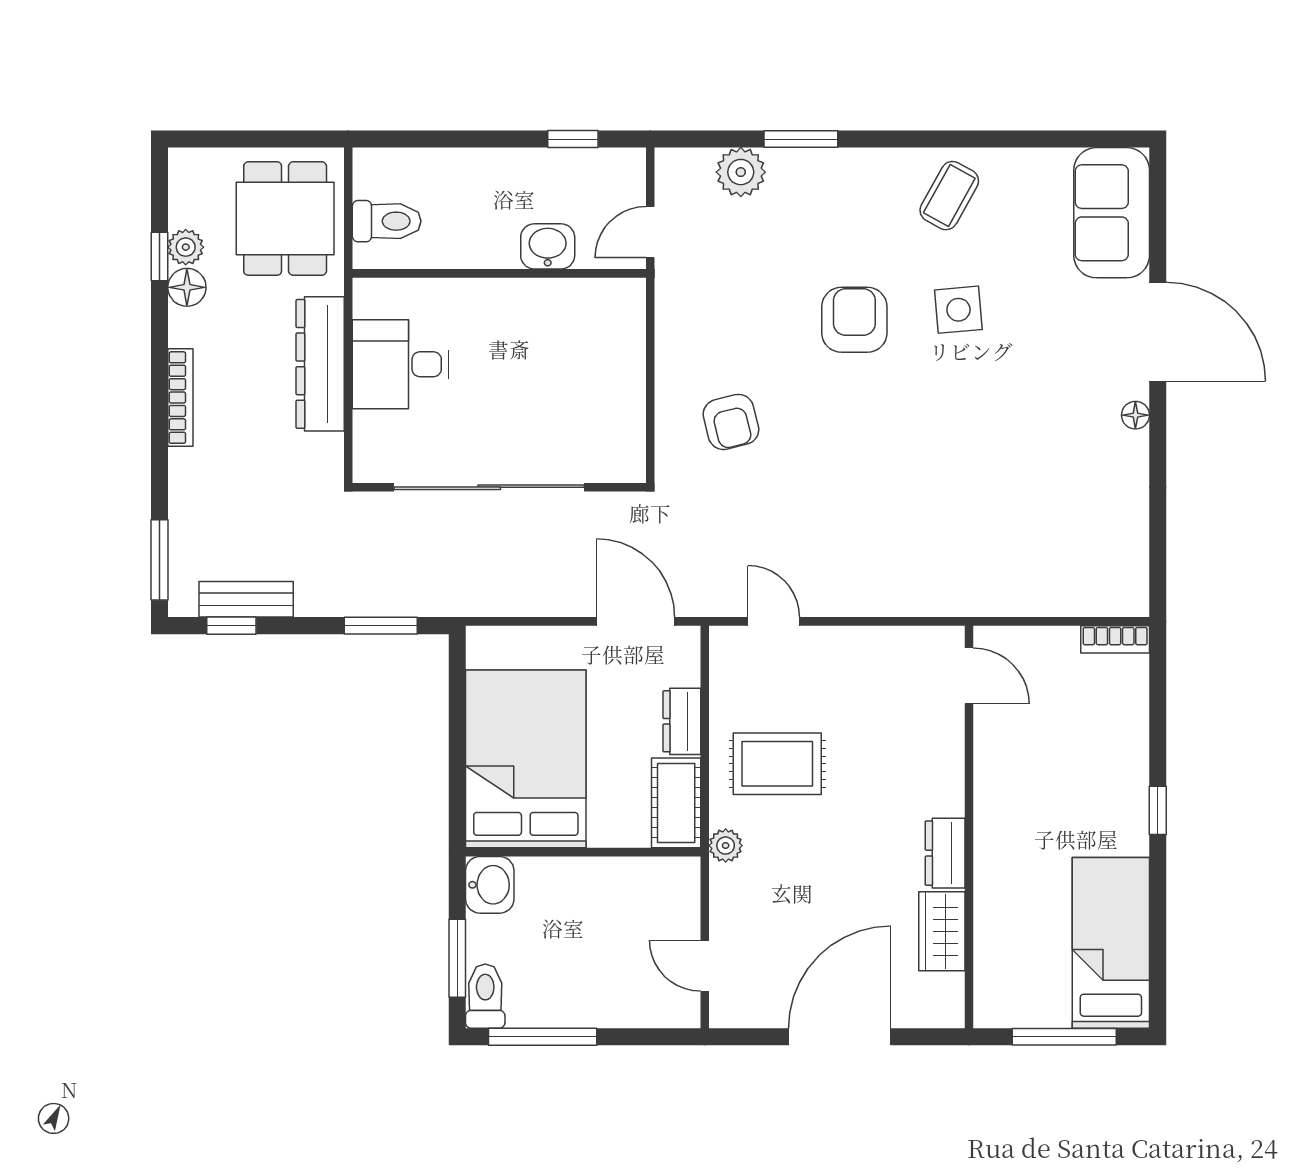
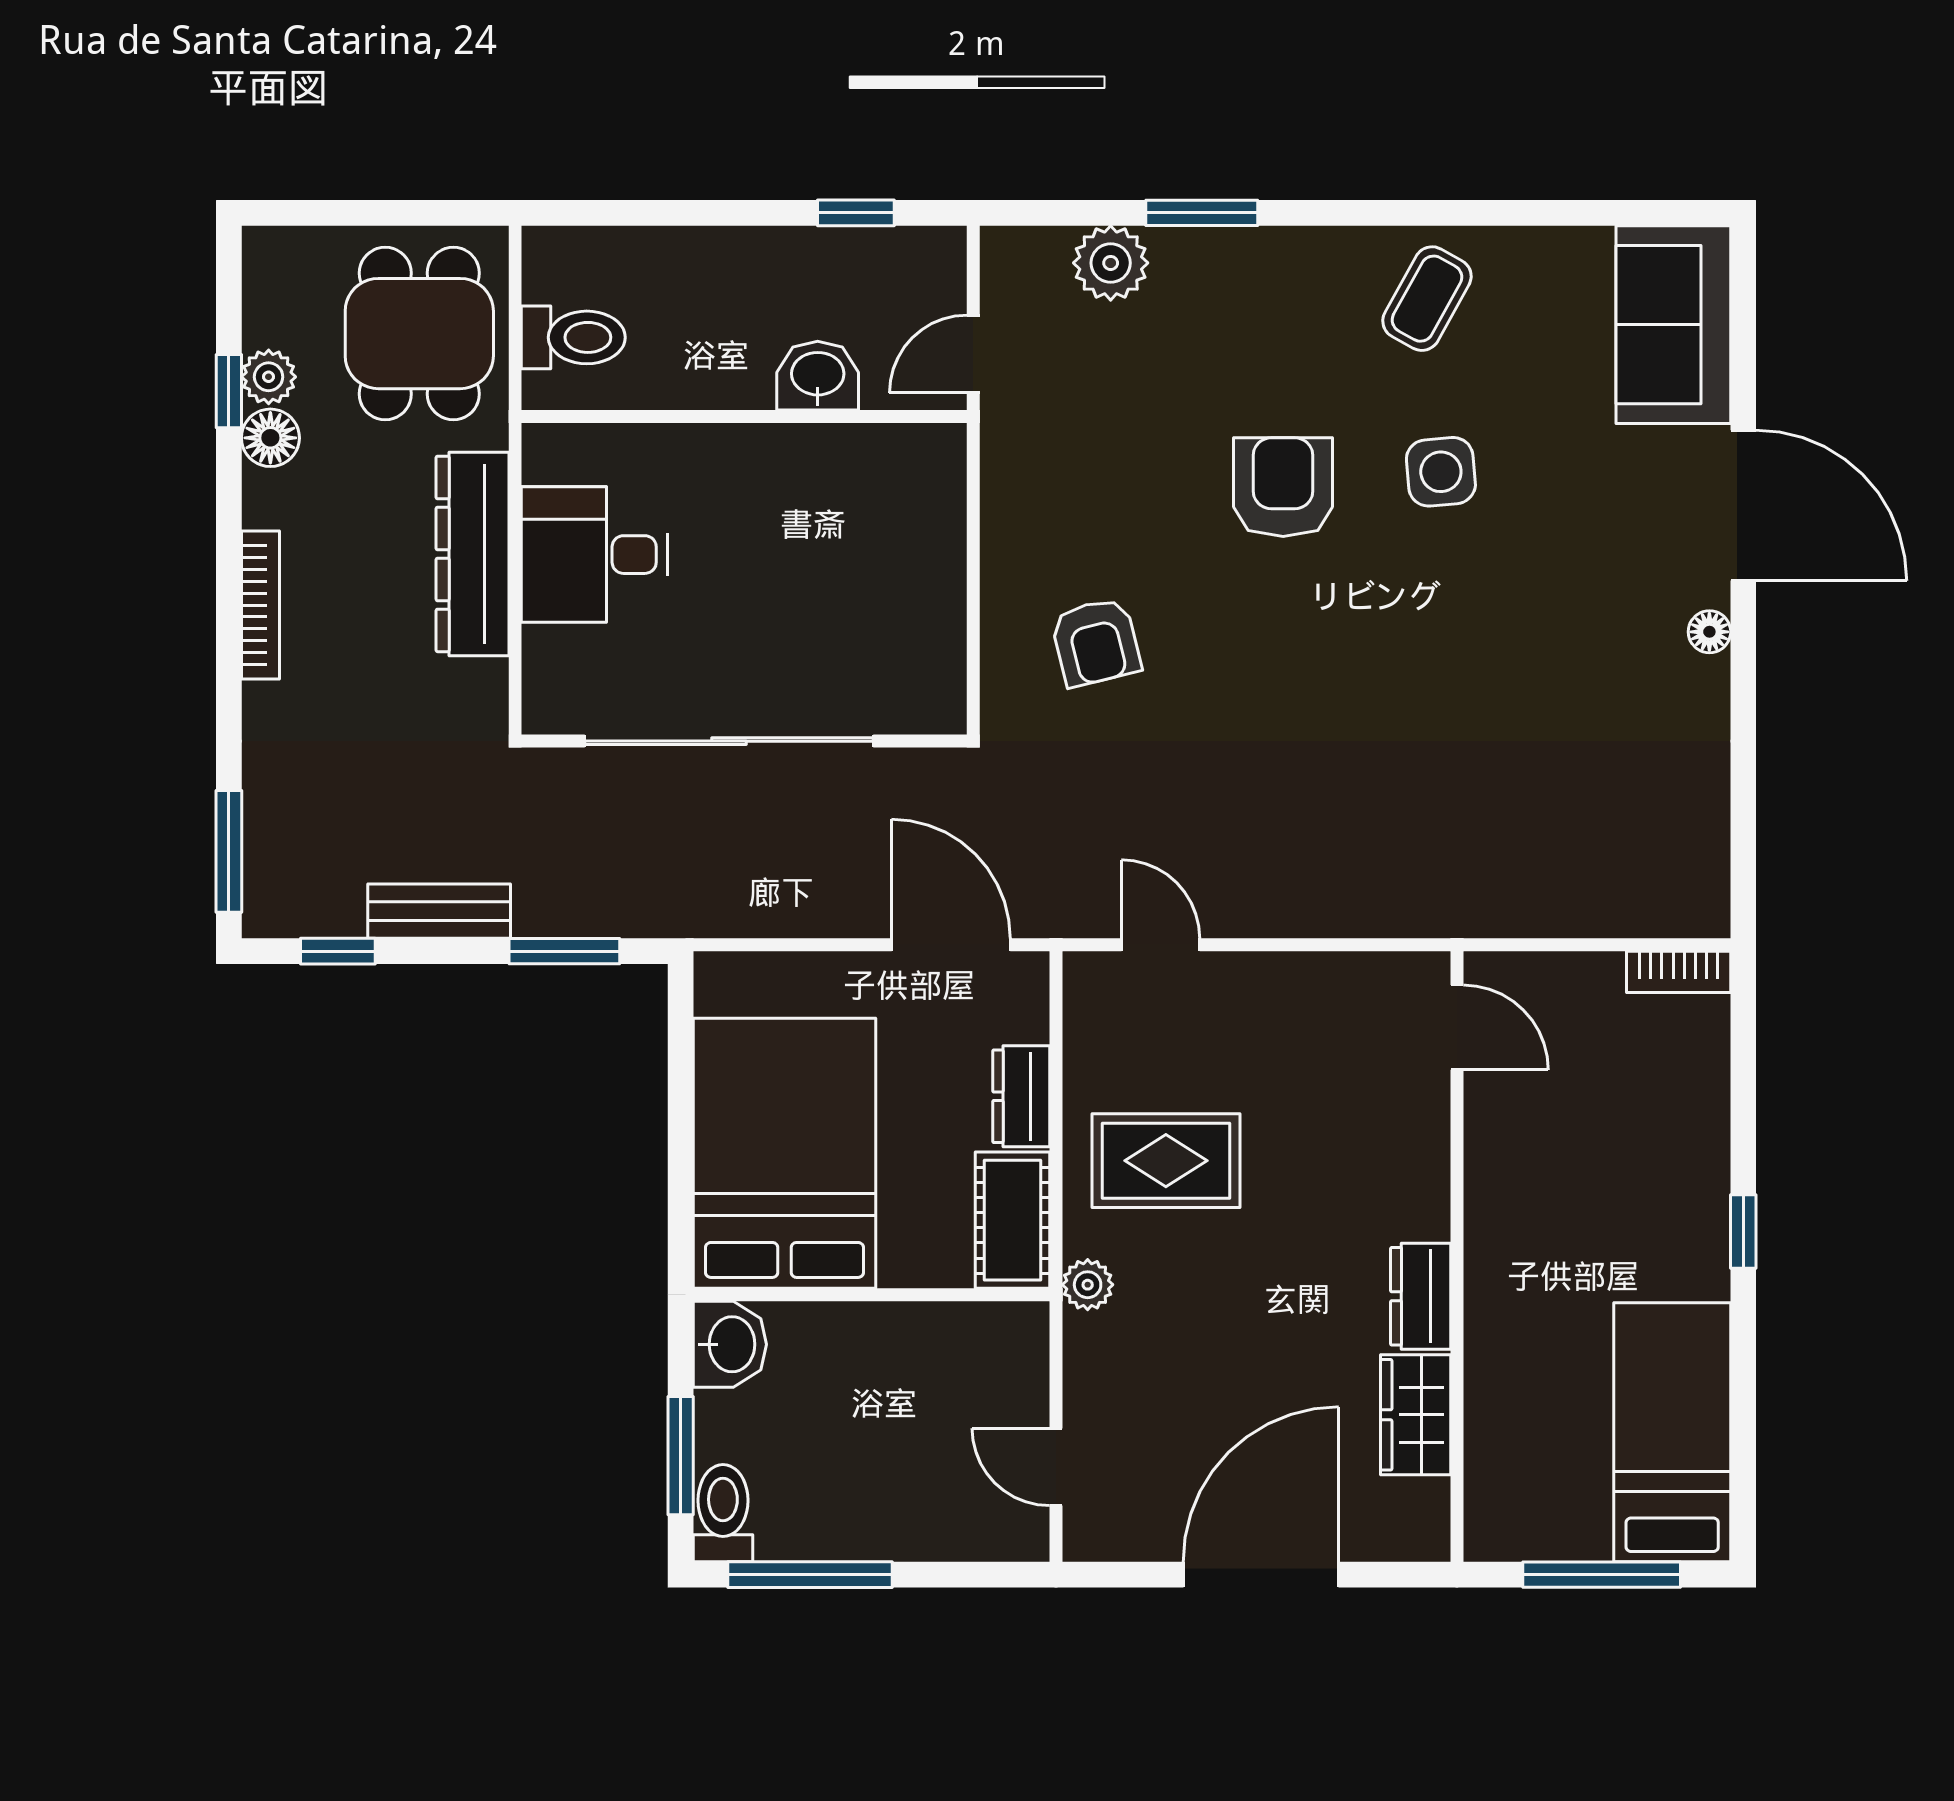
bench: (246, 599) -> (439, 911), moved

